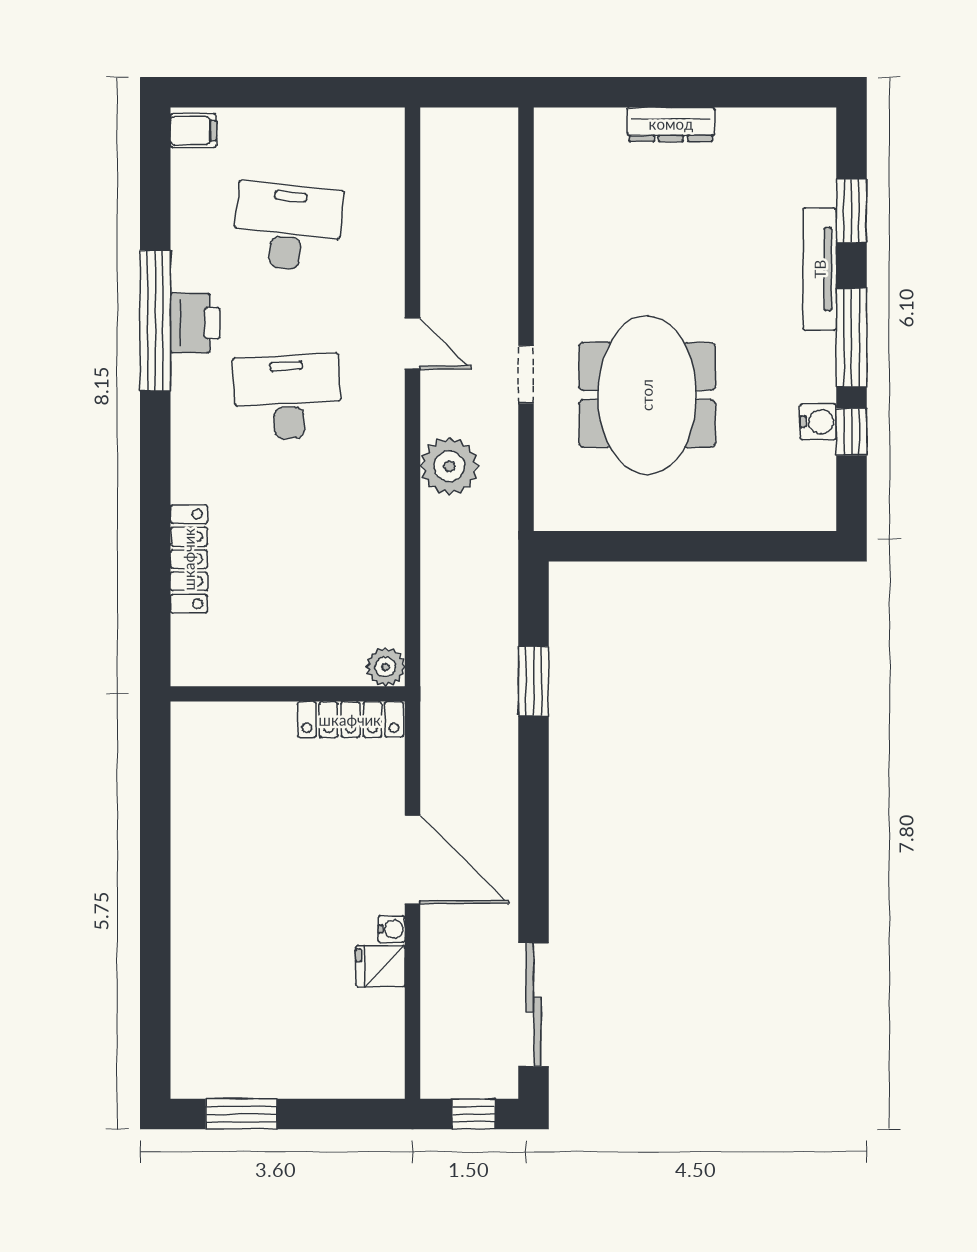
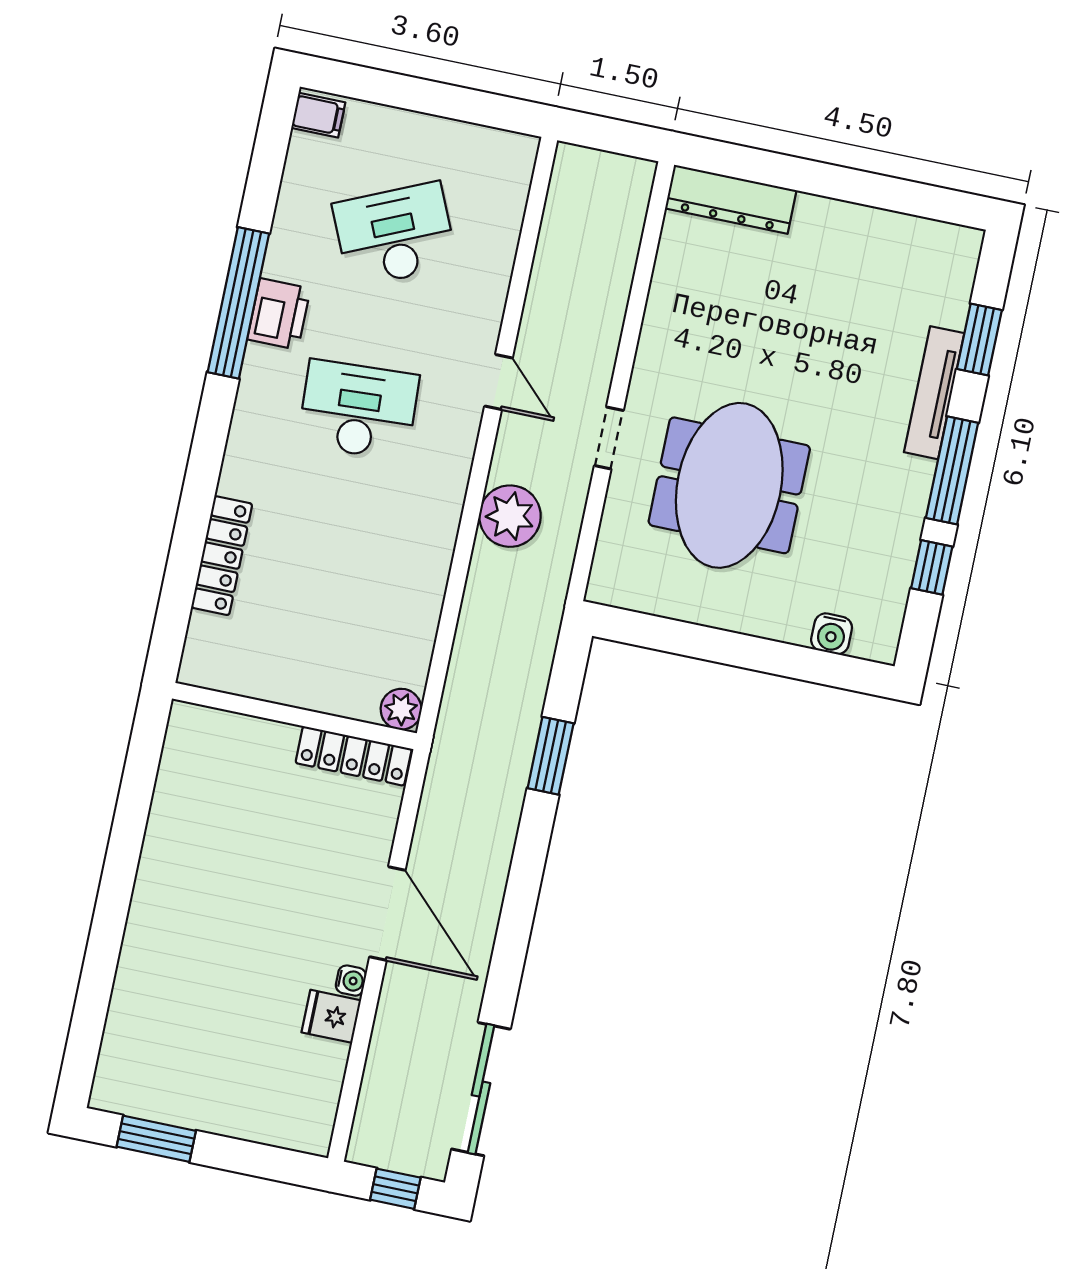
dresser: (671, 124) -> (731, 199), moved, width x1.37, depth x1.24
desk: (288, 227) -> (395, 235), turned -30
water cooler: (818, 422) -> (832, 634), moved, turned 90

